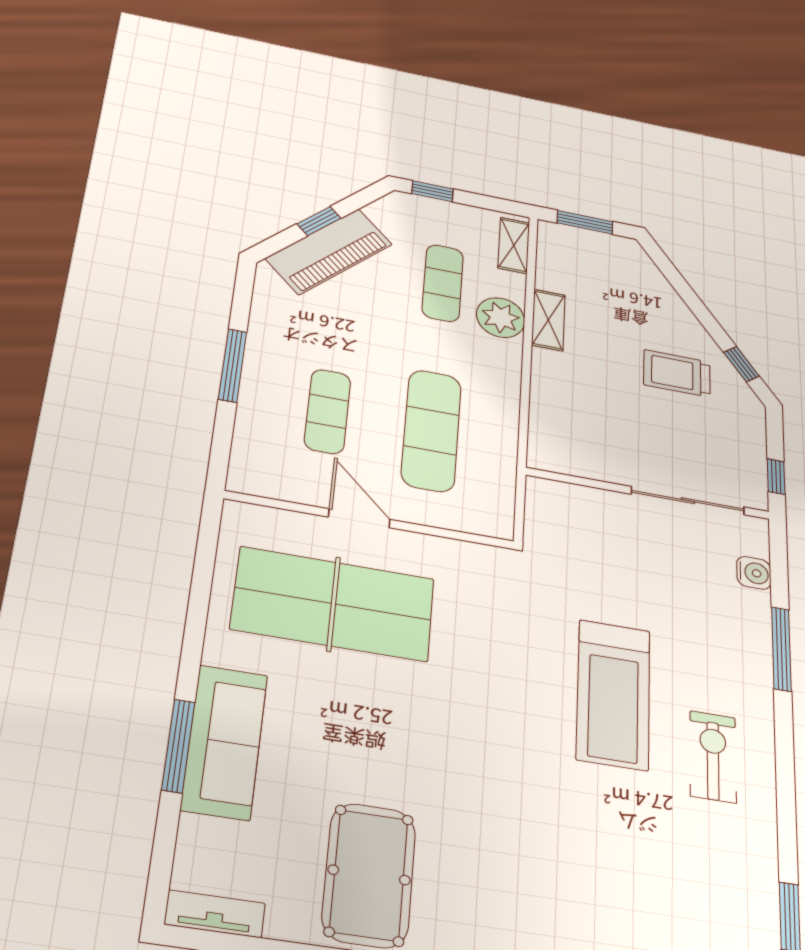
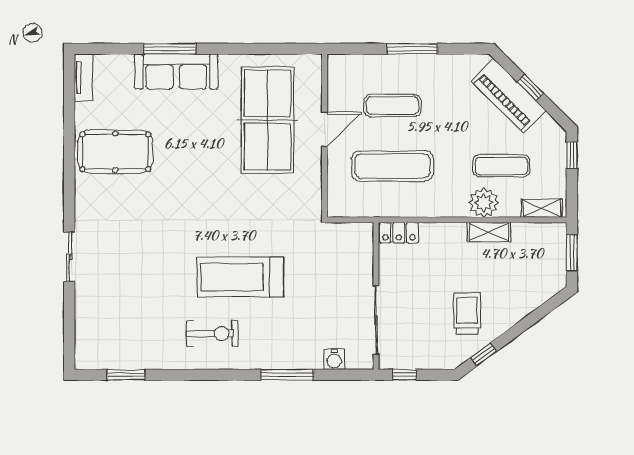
locker: (544, 442) -> (399, 233), added

